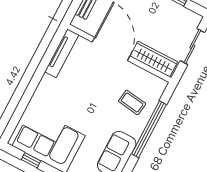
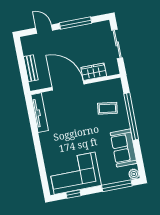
wardrobe: (154, 59) -> (94, 72), width x0.67

